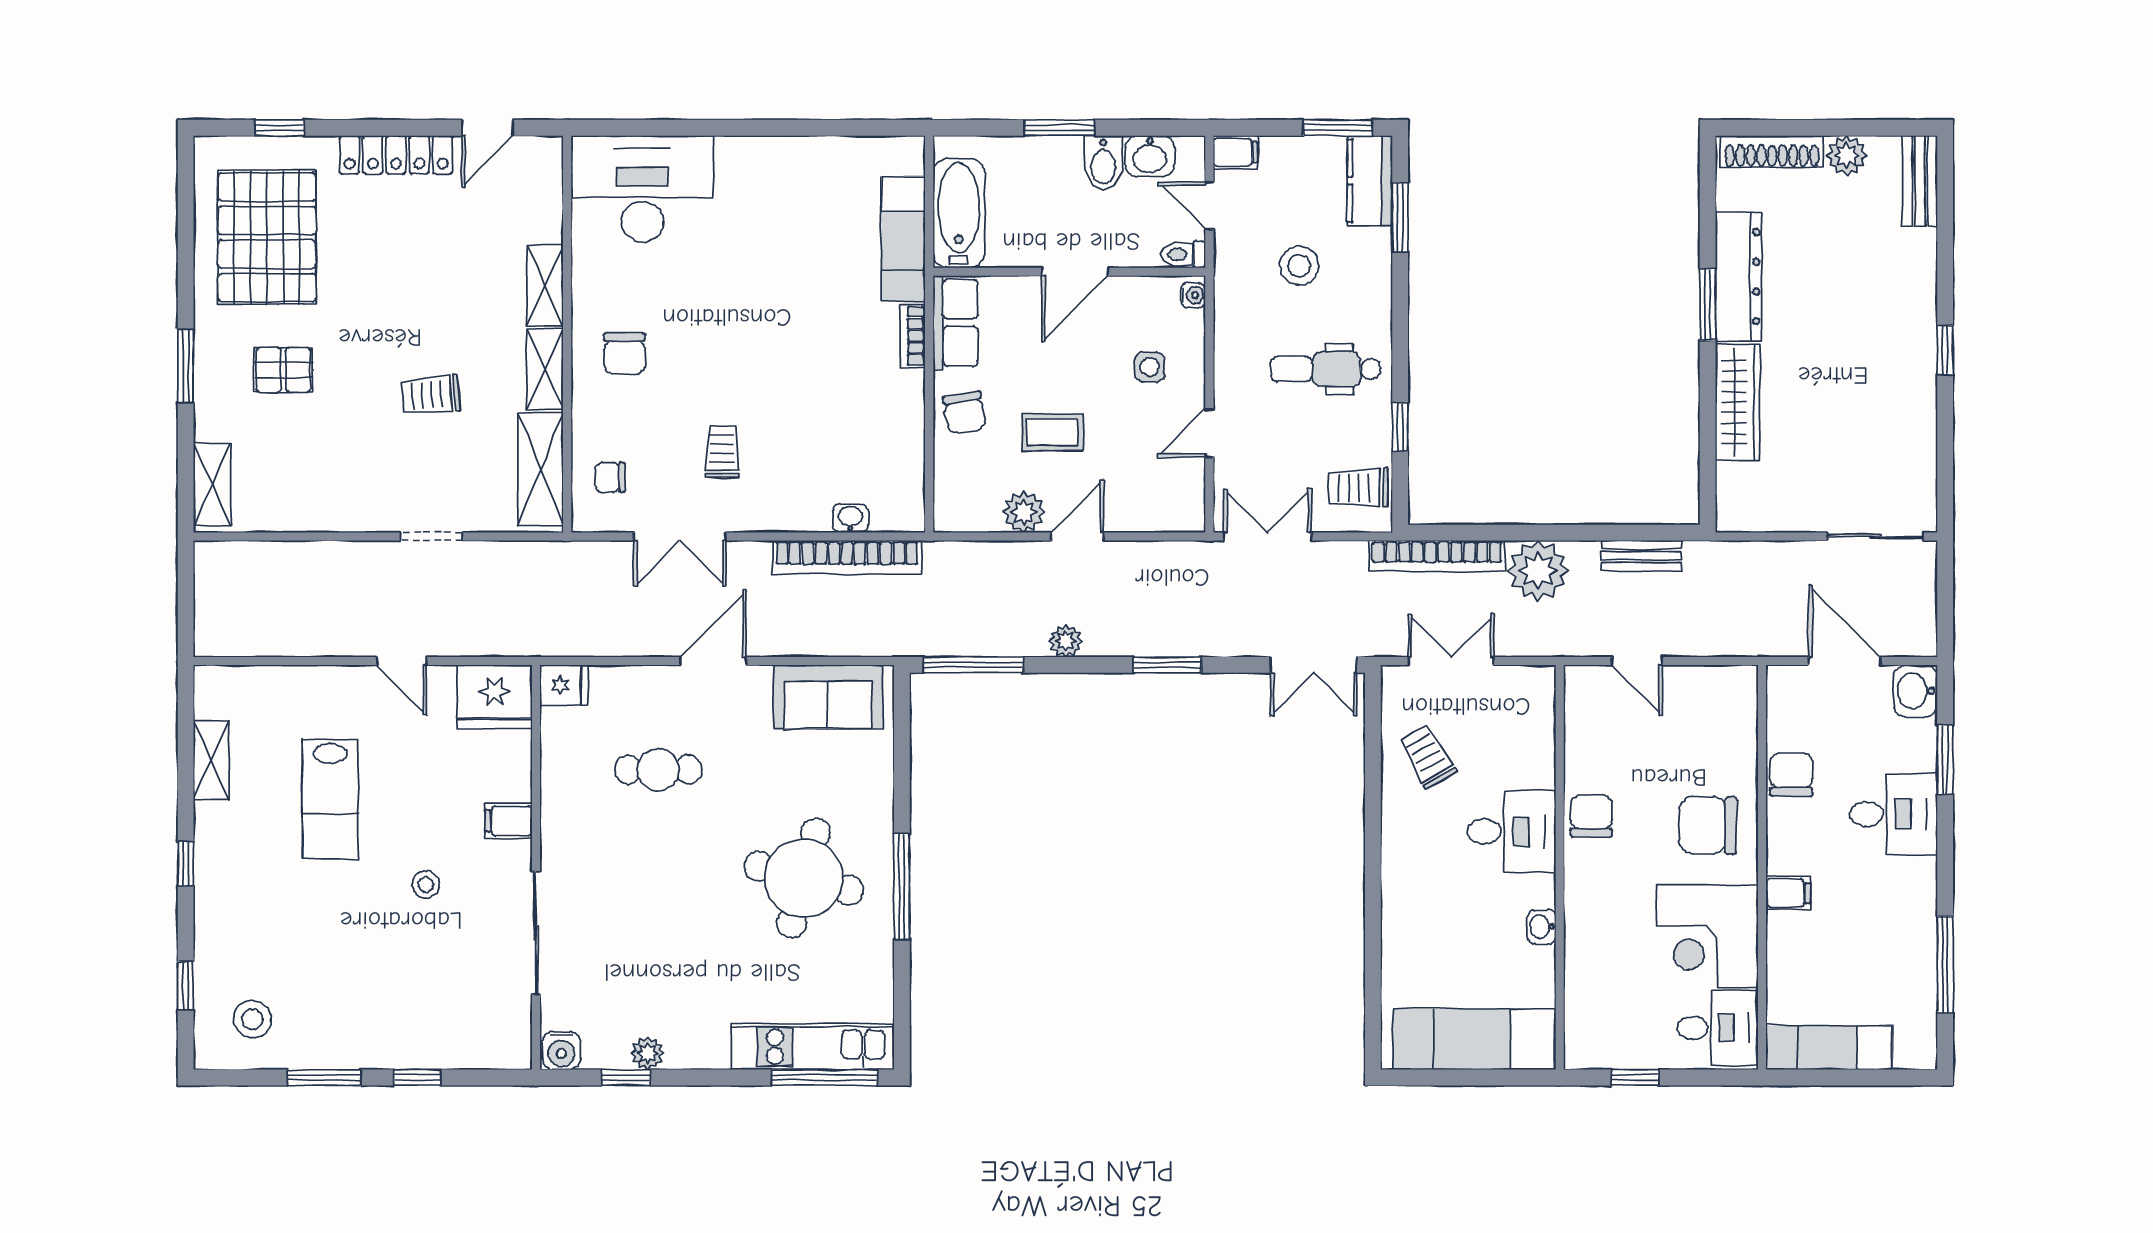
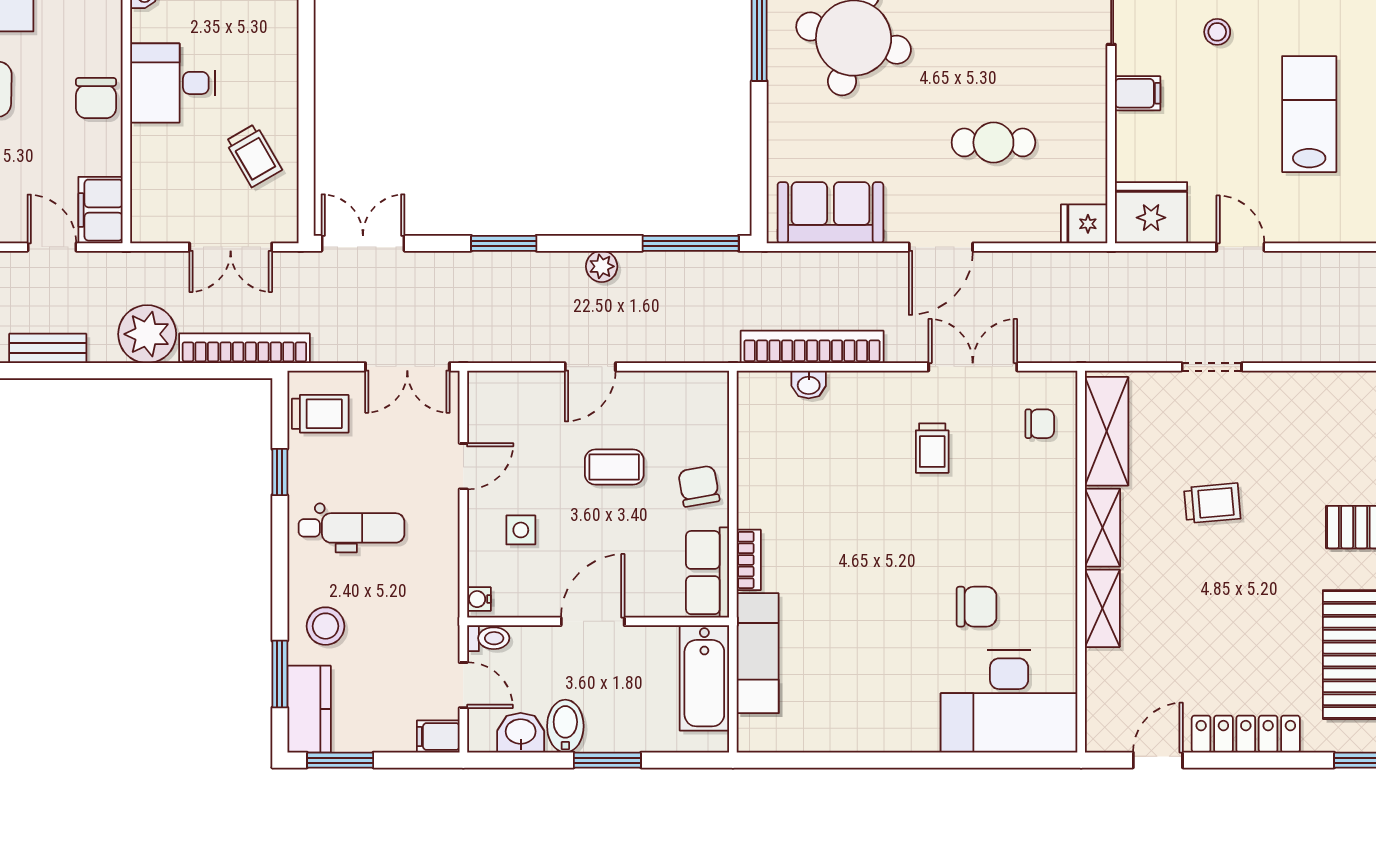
stool: (1299, 266) -> (326, 626), moved
chair: (625, 354) -> (977, 607), moved, turned 90
plant: (1024, 512) -> (642, 390), removed
filing cabinet: (1587, 699) -> (100, 210), added

